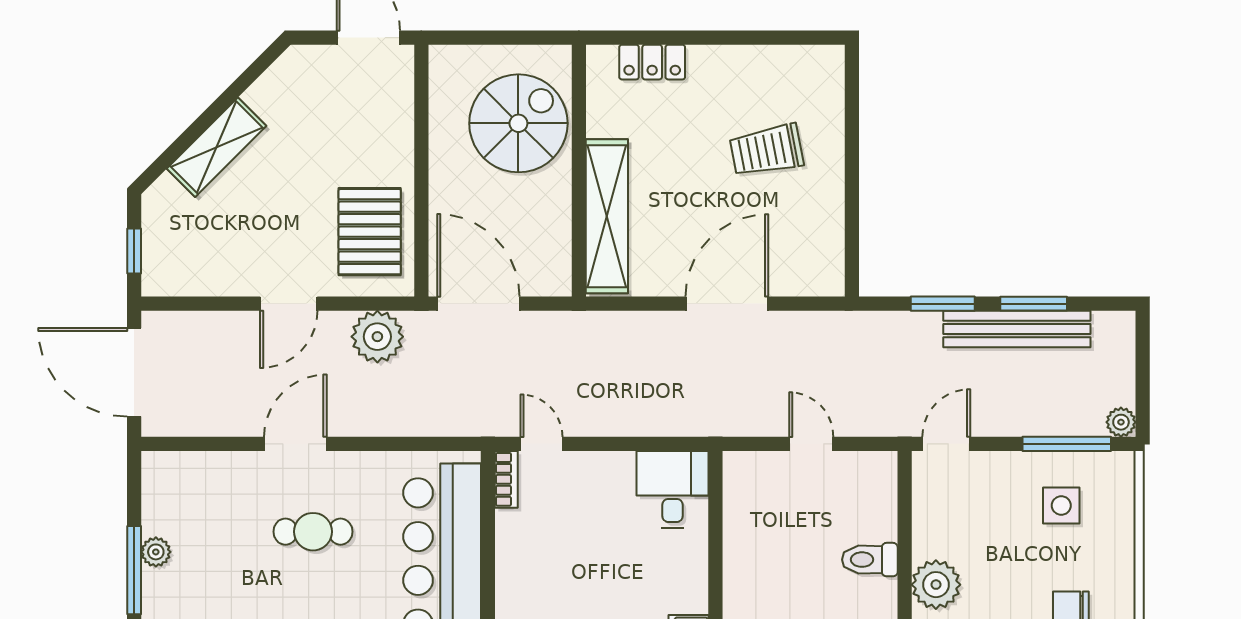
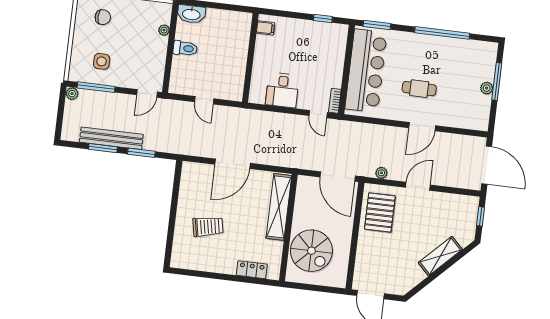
spiral stairs: (518, 123) -> (311, 251), turned -90
plant: (377, 337) -> (381, 173), width x0.53, depth x0.53
desk: (672, 490) -> (282, 90), moved
plant: (936, 585) -> (164, 30), width x0.53, depth x0.53

